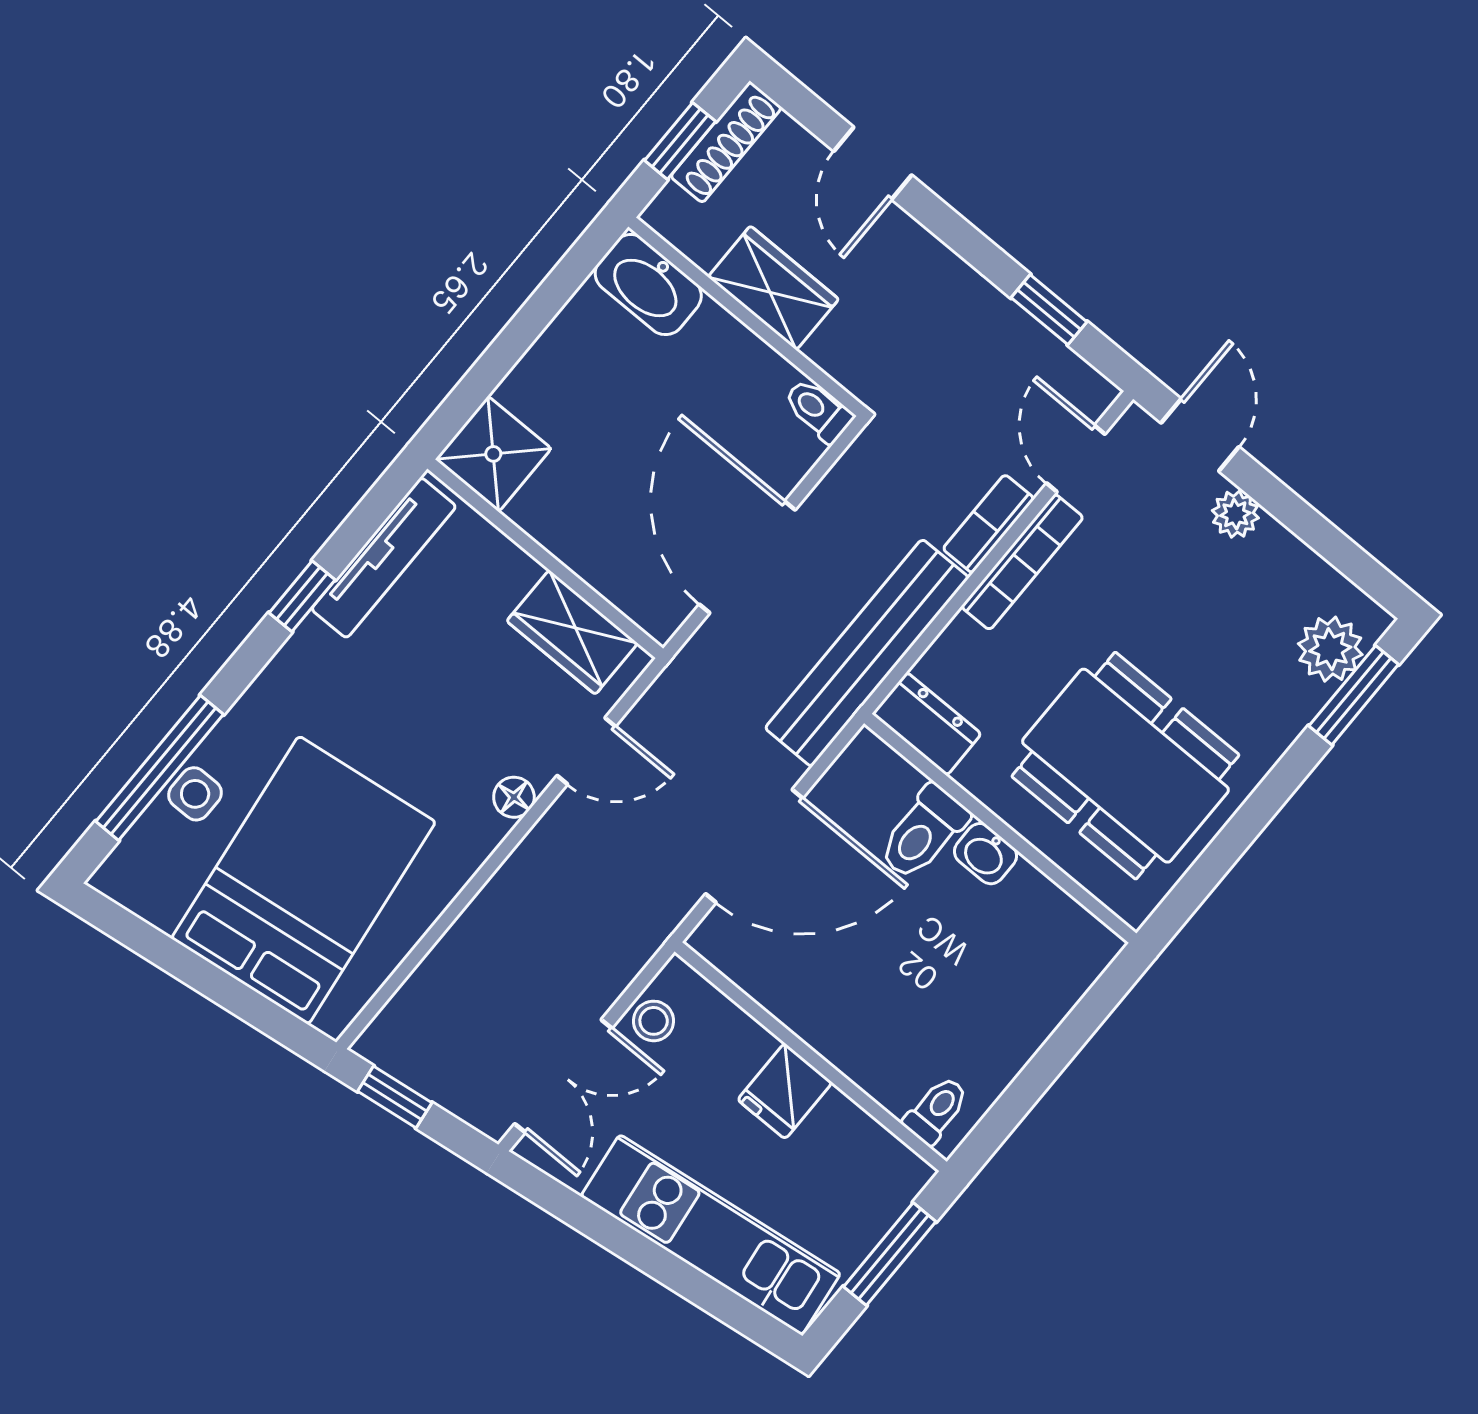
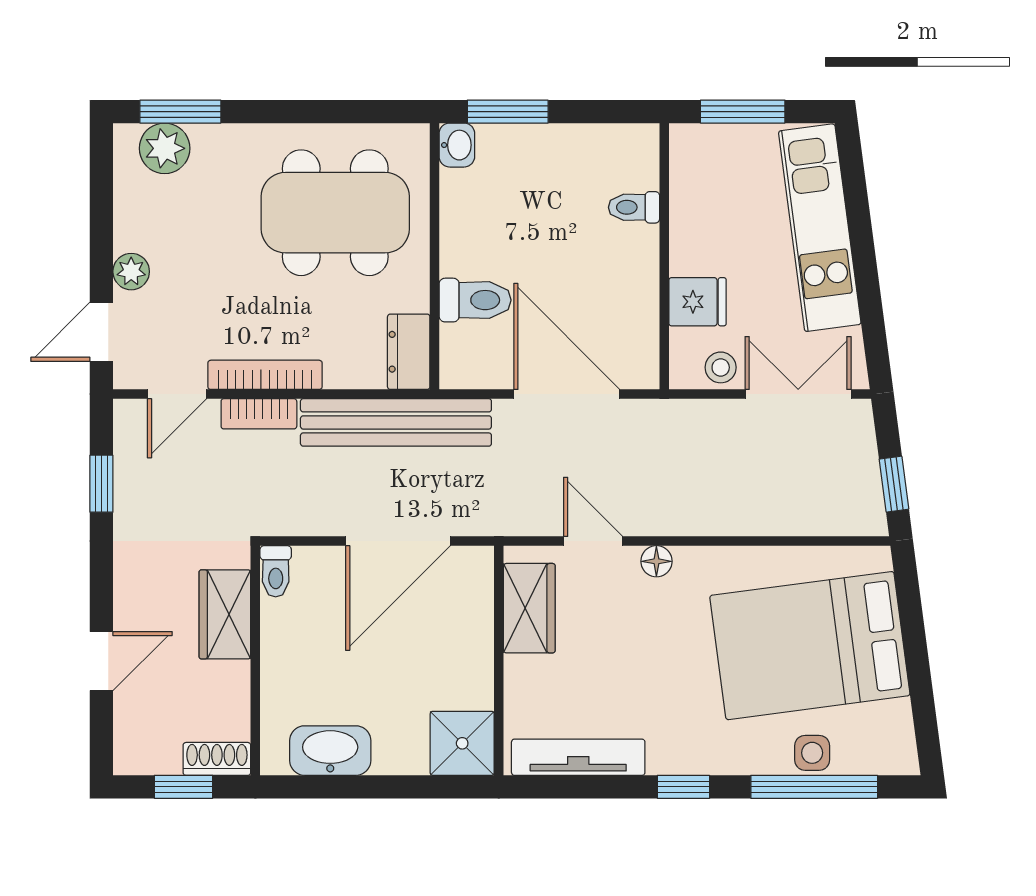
shoe rack: (726, 142) -> (217, 759), moved, width x0.70
washbasin: (648, 285) -> (330, 751), moved, turned -90
wardrobe: (773, 288) -> (225, 614), moved
window: (302, 596) -> (683, 787), moved
dining table: (1125, 766) -> (335, 213), turned 90
washbasin: (985, 854) -> (457, 145), moved
window: (1084, 1020) -> (508, 112), added
fridge: (785, 1091) -> (698, 302), moved
toilet: (936, 1110) -> (634, 207), moved

